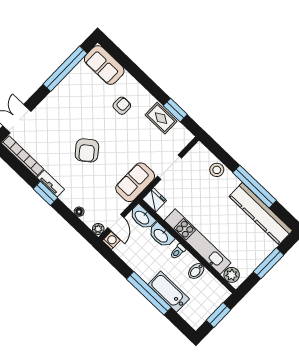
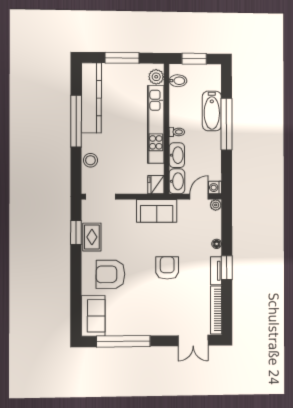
armchair: (122, 106) -> (110, 274), width x1.88, depth x1.88
armchair: (87, 150) -> (167, 268), turned -52
doorway: (170, 167) -> (101, 197), moved
floor lamp: (79, 212) -> (217, 244), moved
bidet: (196, 271) -> (178, 81), moved

